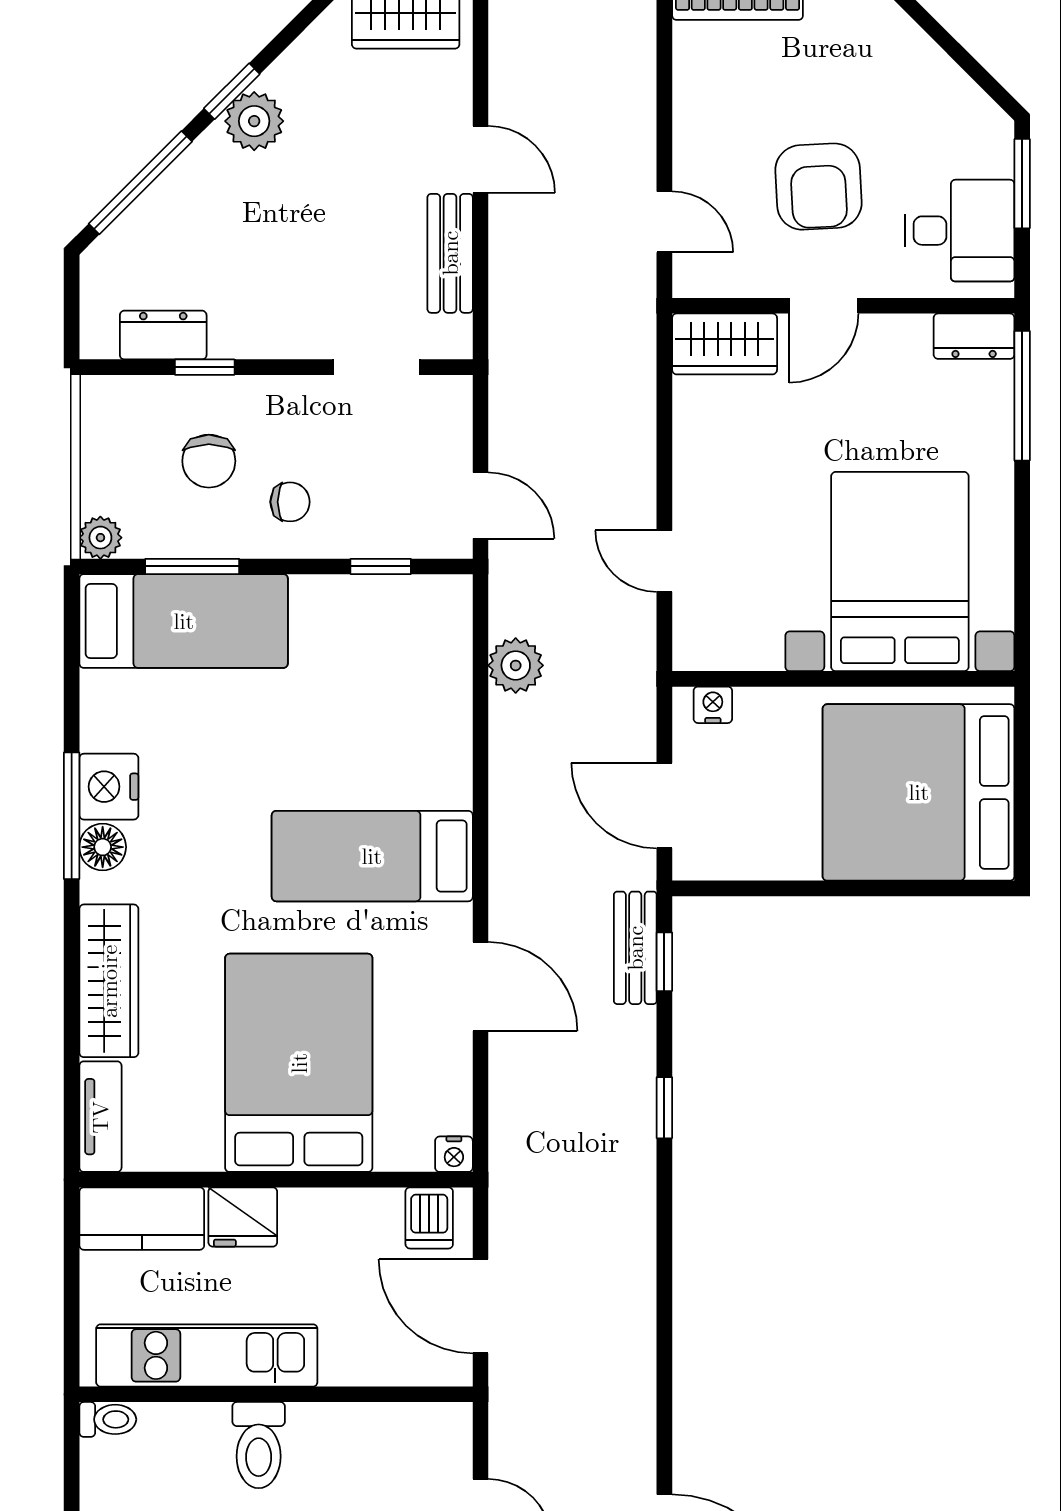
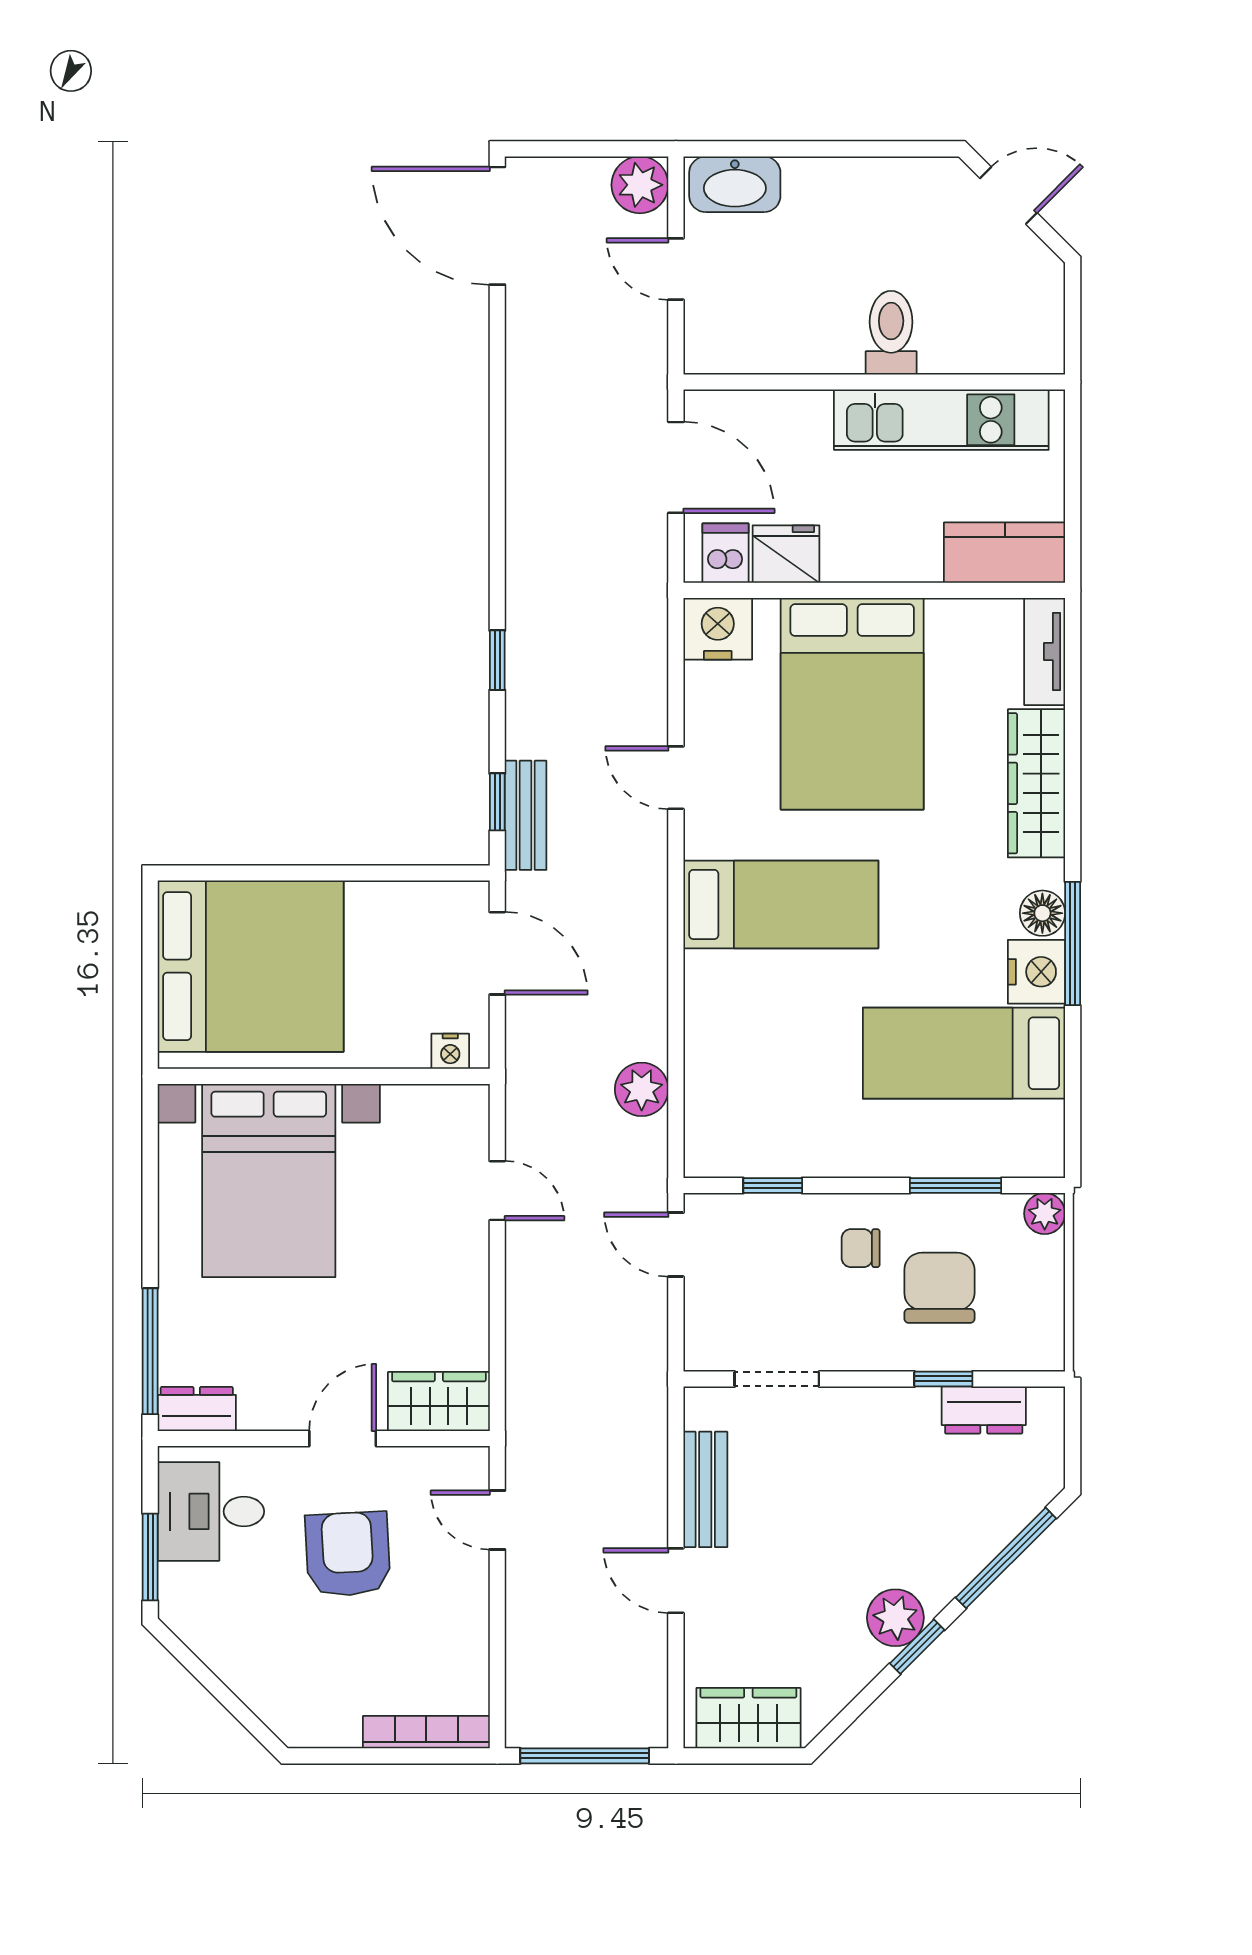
chair: (209, 461) -> (939, 1288), width x1.37, depth x1.37
bed: (184, 621) -> (964, 1053), moved
door: (480, 987) -> (676, 778), width x0.73
nightstand: (454, 1154) -> (718, 629), width x1.89, depth x1.79
fridge: (243, 1217) -> (786, 554), moved
toilet: (108, 1419) -> (1038, 358), removed

